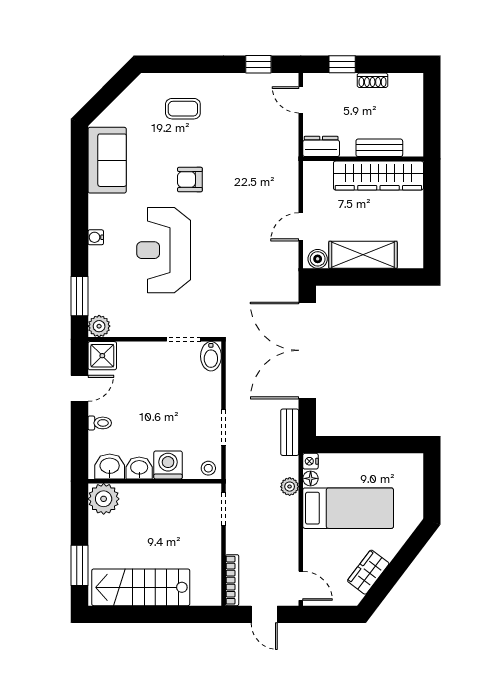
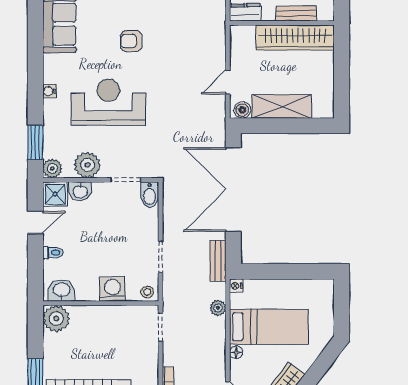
reception desk: (164, 250) -> (108, 102), turned 90
plant: (139, 322) -> (87, 165), added
washbasin: (139, 468) -> (80, 191), moved, turned 180
floor lamp: (311, 478) -> (236, 352), moved

